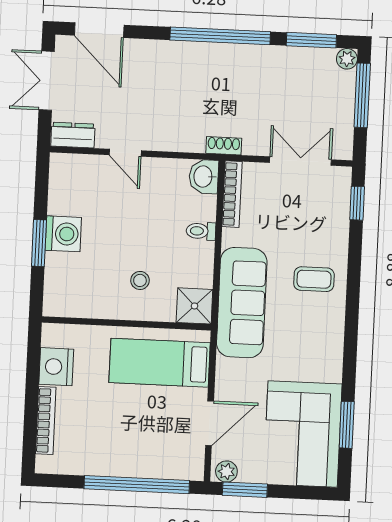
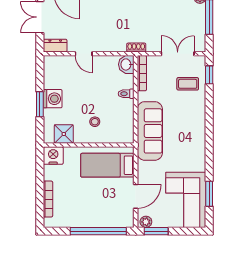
coffee table: (314, 279) -> (188, 84), moved
shower: (194, 306) -> (64, 134), moved
nightstand: (56, 367) -> (53, 156), moved, turned 90

